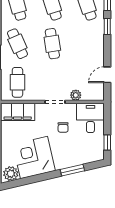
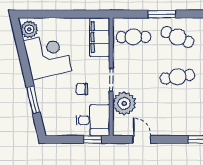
cafe table: (17, 44) -> (177, 37), turned 48
plant: (76, 95) -> (124, 103), width x1.87, depth x1.87
window: (107, 143) -> (92, 139), moved

